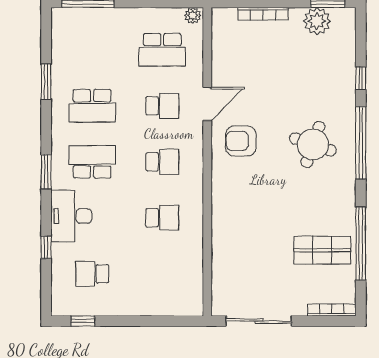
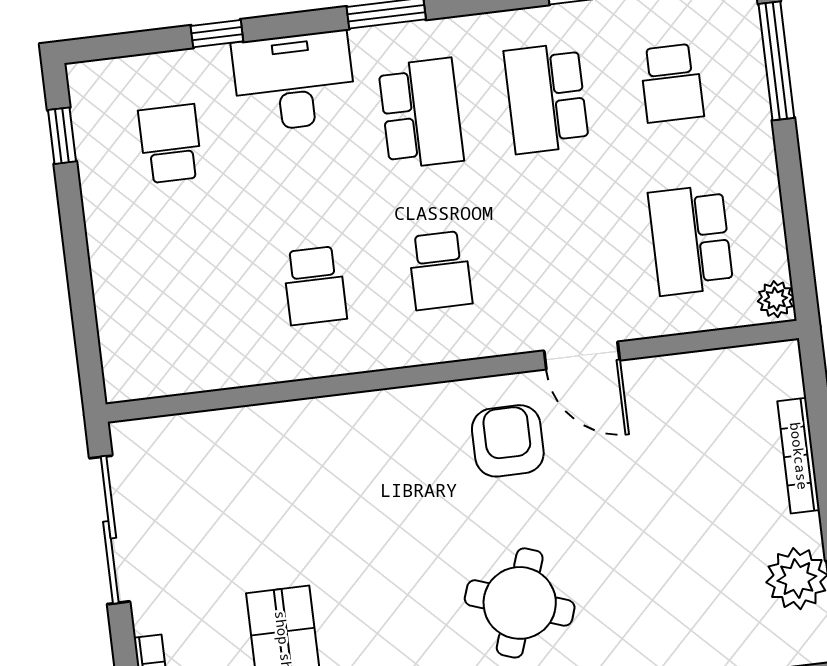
school desk: (162, 106) -> (672, 83), moved

